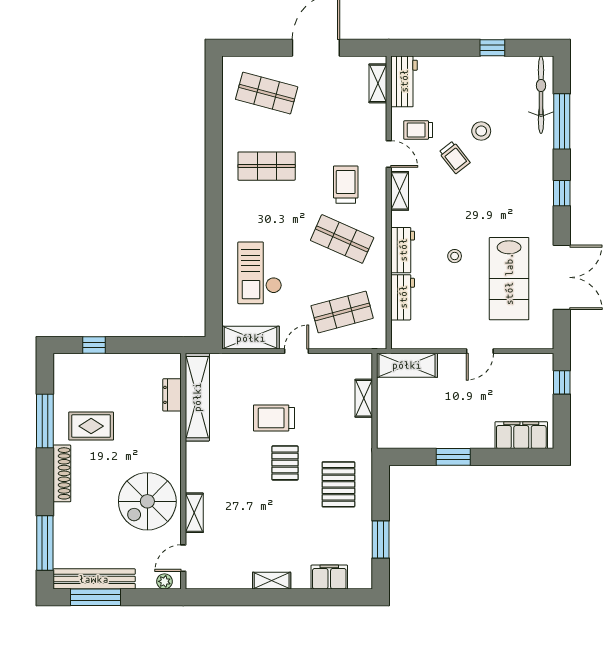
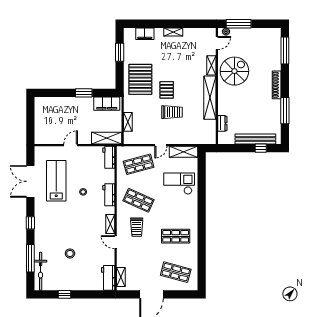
trolley: (418, 130) -> (101, 254), removed
trolley: (454, 157) -> (83, 240), removed
checkout: (260, 273) -> (179, 184), turned -90
workbench: (403, 297) -> (109, 157), moved
window: (562, 382) -> (30, 130), removed
shelving: (197, 397) -> (210, 98), moved
rug: (91, 426) -> (262, 108), removed
filing cabinet: (521, 435) -> (107, 104), moved
pallet: (338, 484) -> (140, 79), width x1.37, depth x1.41
bench: (94, 579) -> (255, 139), moved
window: (95, 597) -> (239, 24), moved

